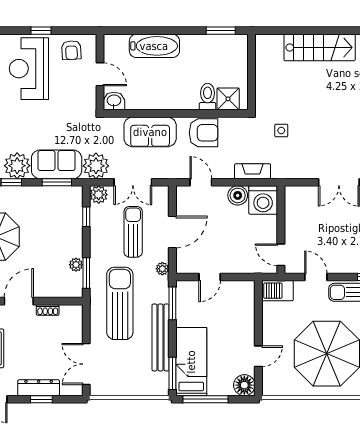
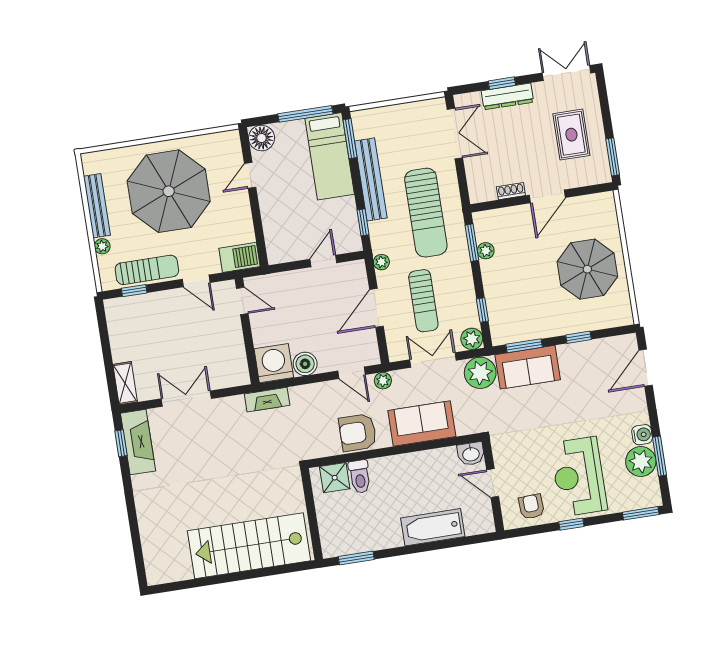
stairs: (320, 48) -> (249, 546), width x1.36, depth x1.51
reception desk: (29, 69) -> (579, 477), turned 180
side table: (281, 131) -> (265, 450), removed
plant: (17, 166) -> (383, 381), moved, width x0.53, depth x0.53
fireplace: (253, 171) -> (267, 400), moved
window: (172, 303) -> (363, 222), width x0.67

